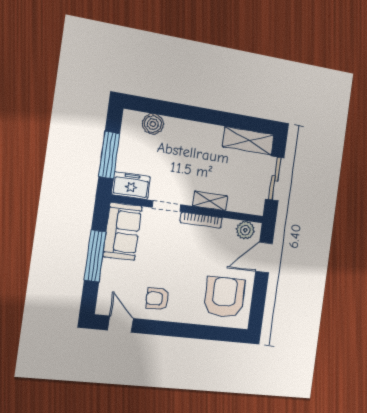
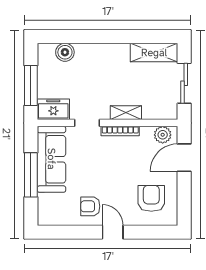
sofa: (123, 231) -> (51, 159), width x1.36
armchair: (224, 297) -> (151, 198), width x0.73, depth x0.73
door: (121, 324) -> (113, 232), moved

